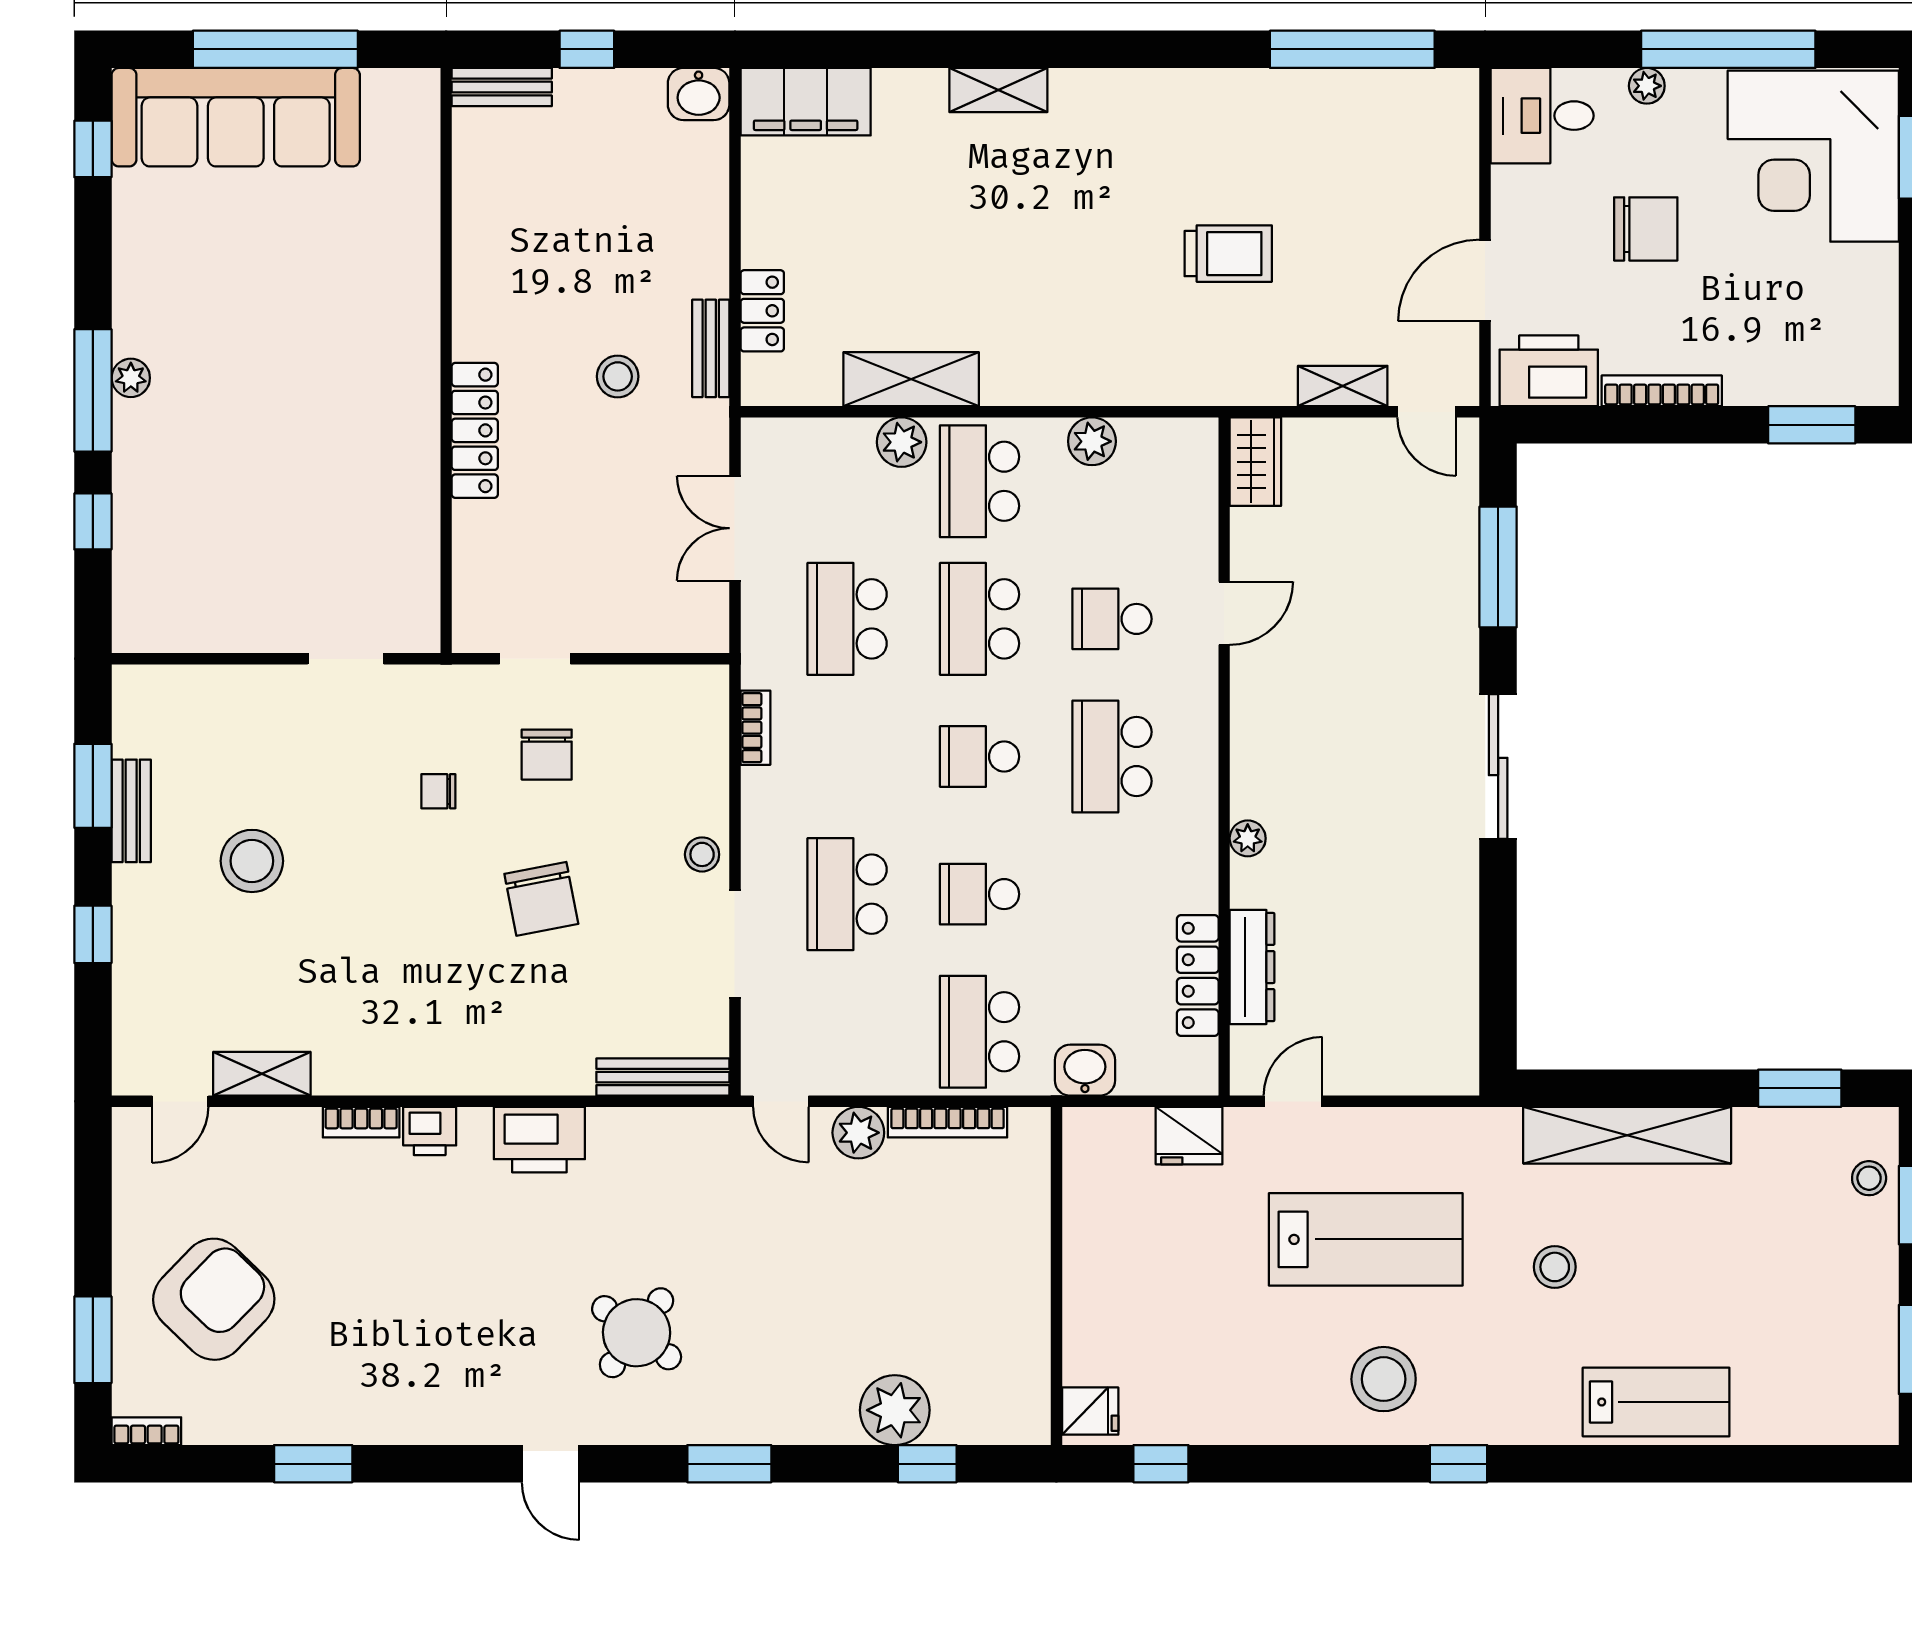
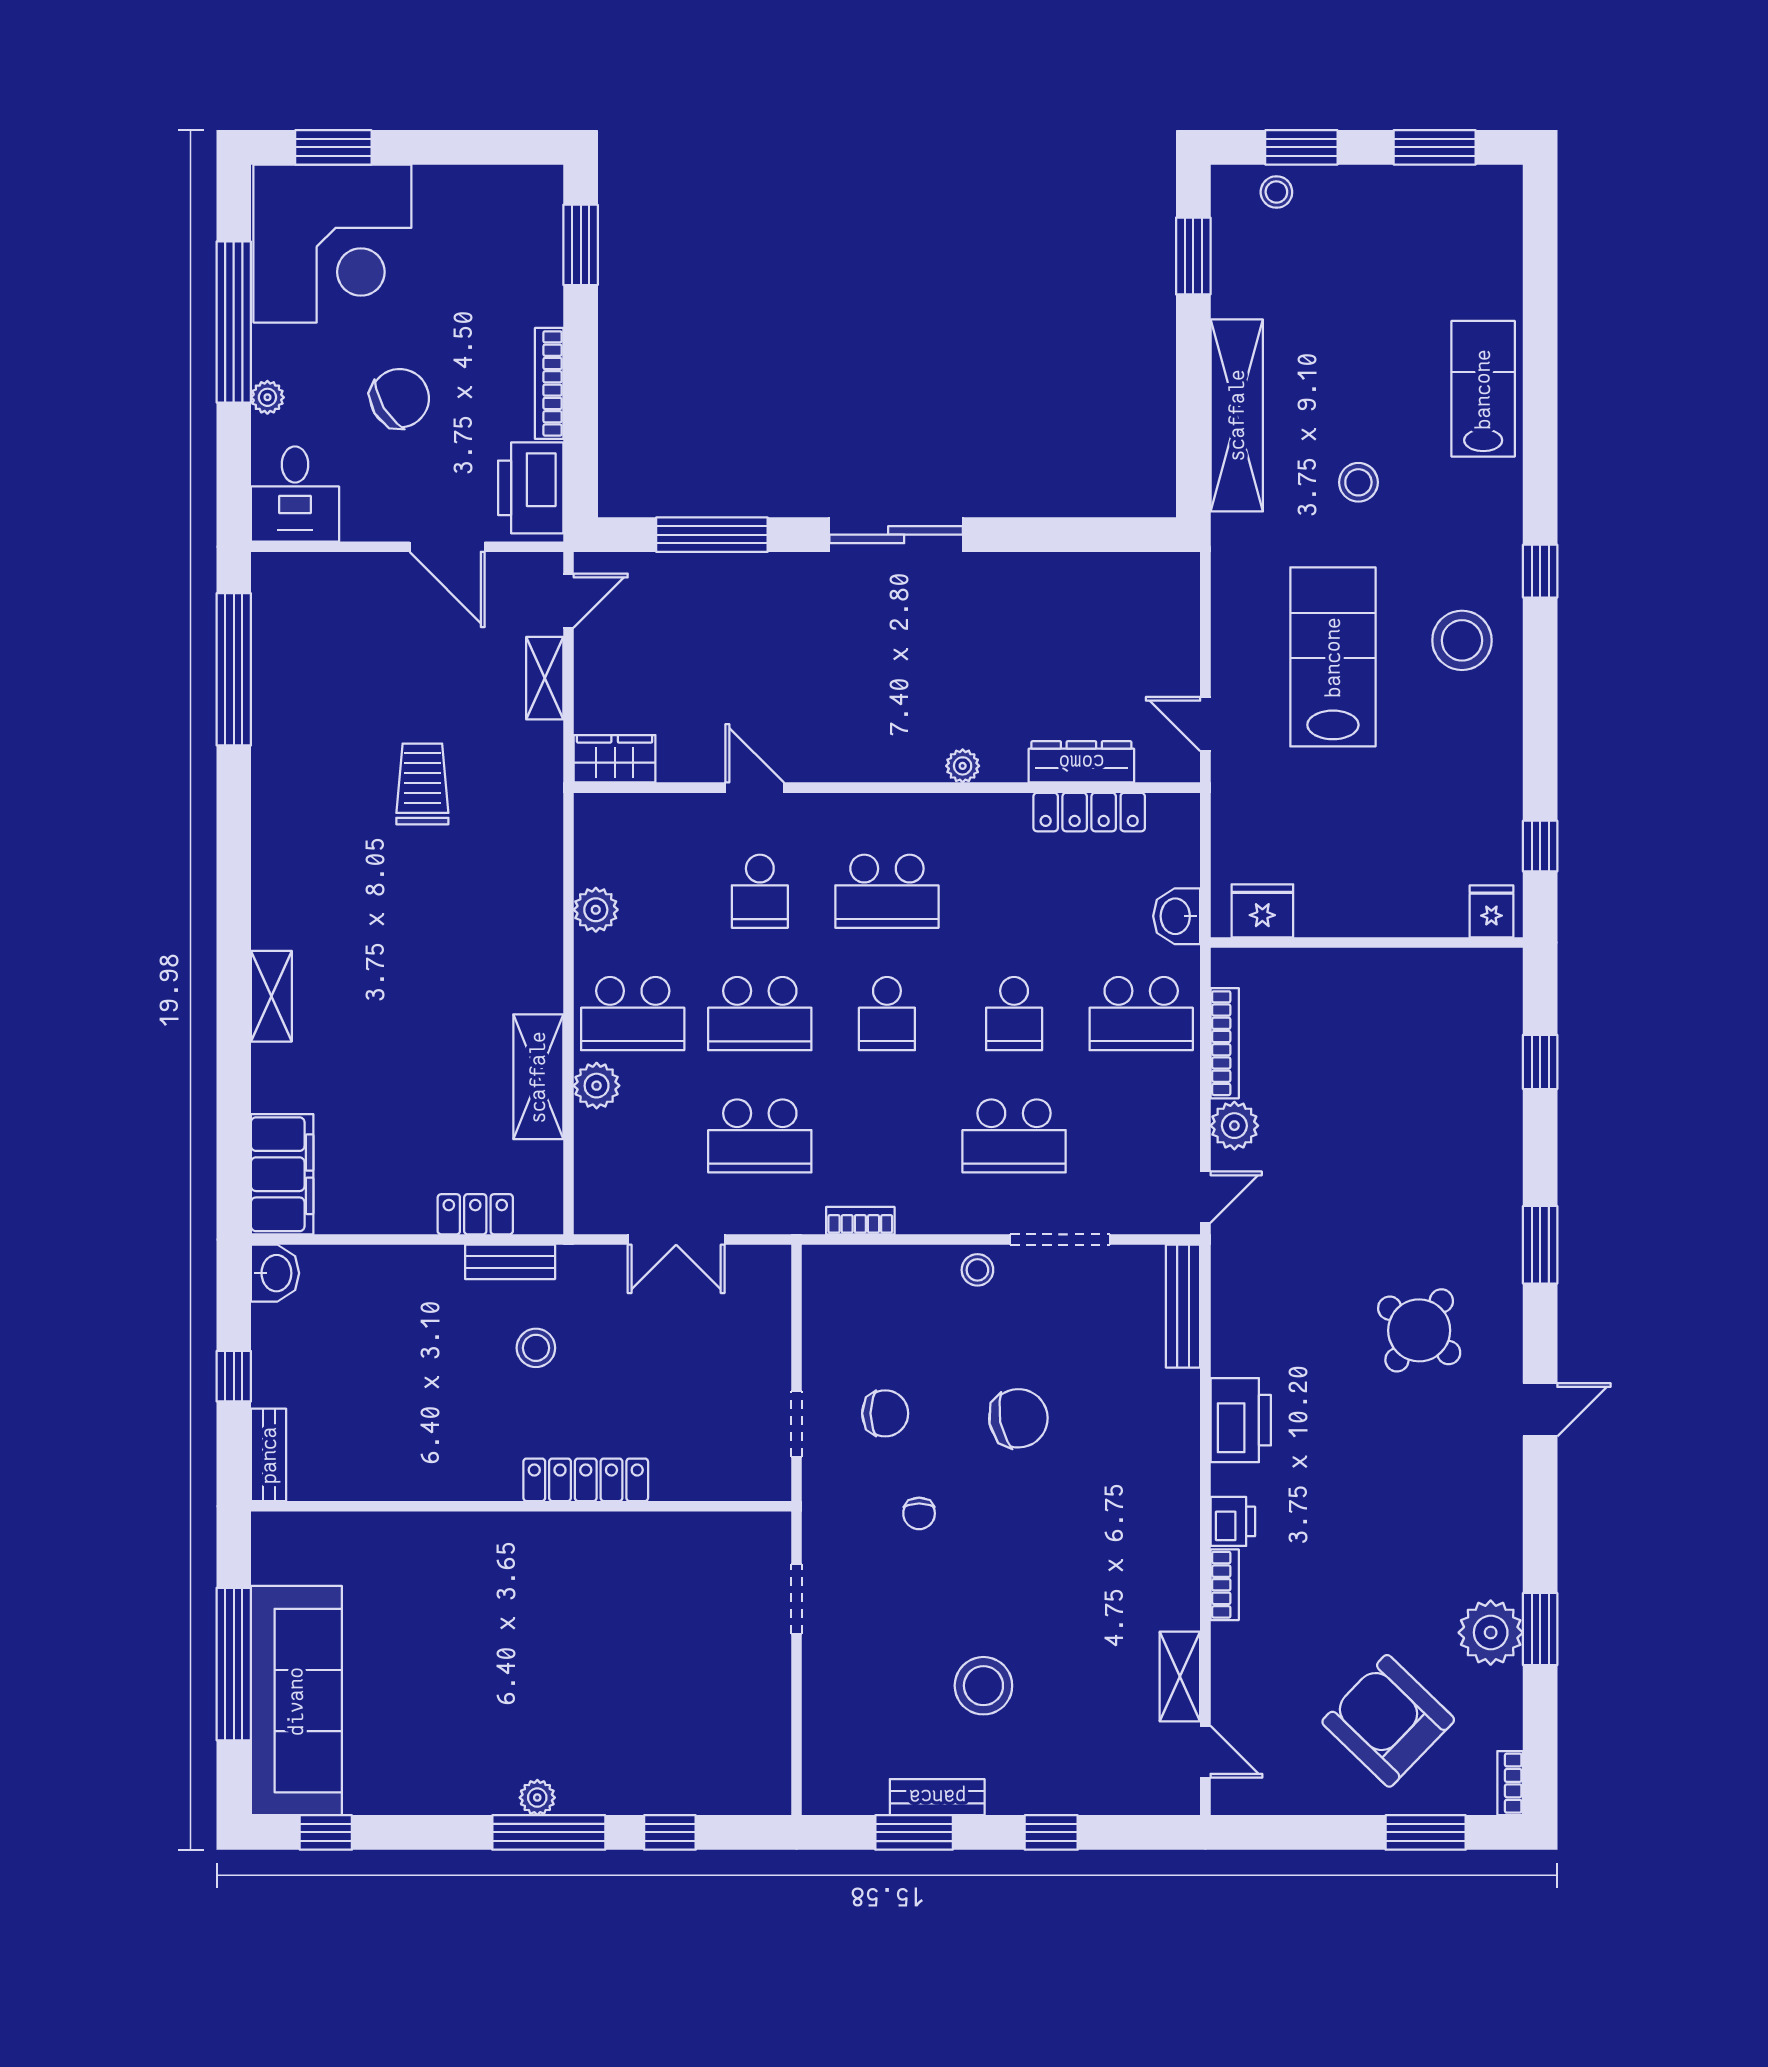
chair: (1646, 229) -> (400, 398), turned 59
fridge: (1189, 1136) -> (1262, 911), moved, turned -90
plant: (895, 1410) -> (1491, 1633), moved

